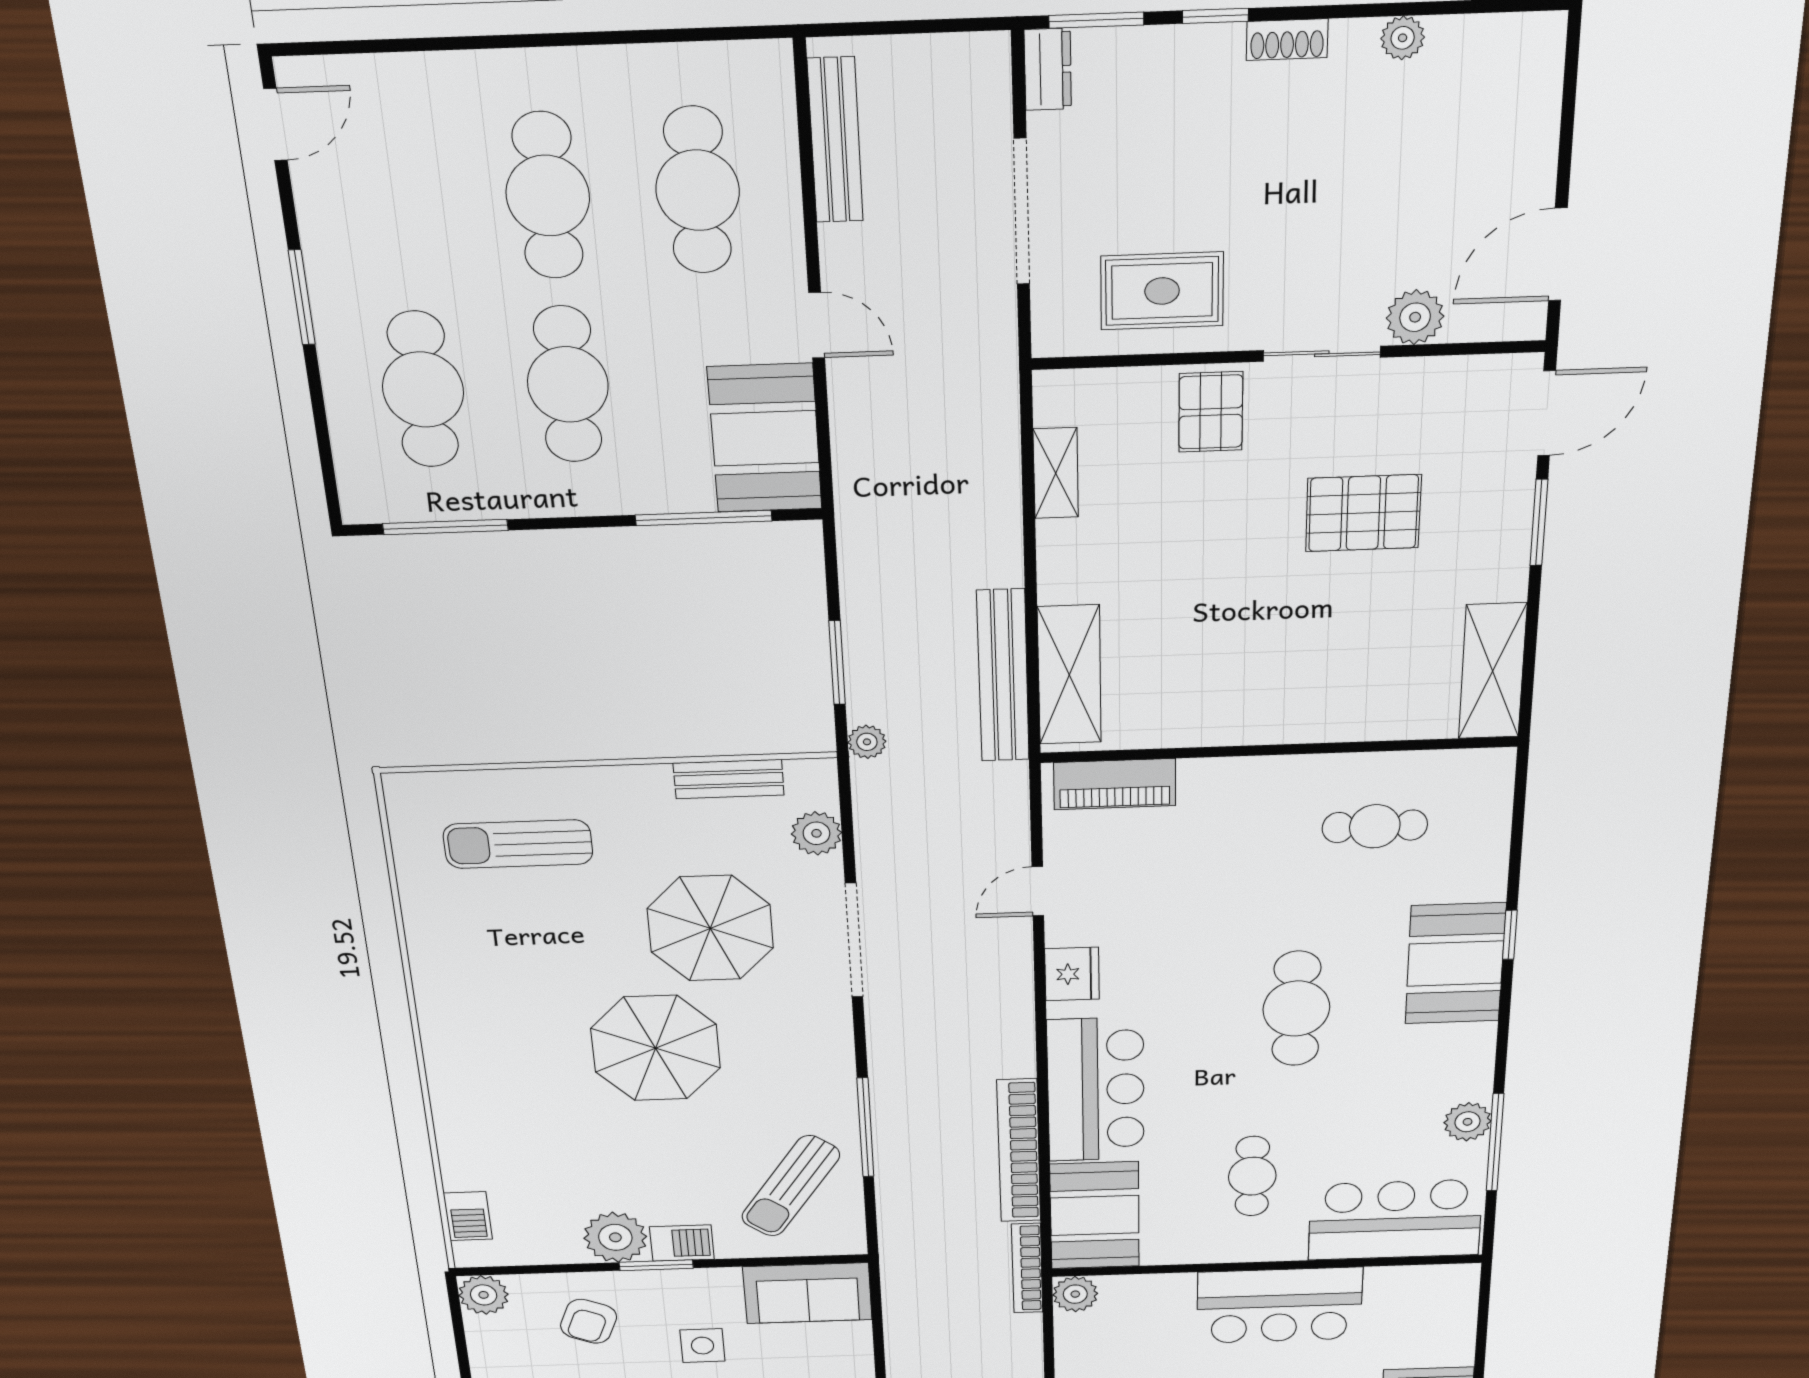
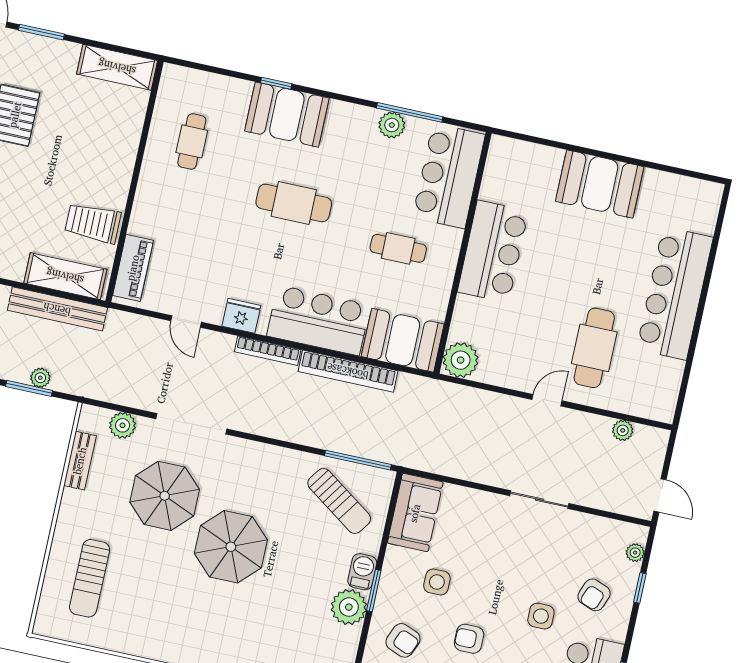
trolley: (1183, 698) -> (93, 223), added
plant: (867, 742) -> (40, 378), moved
window: (865, 1128) -> (358, 460), moved
bookcase: (1027, 1268) -> (268, 351), moved
plant: (1075, 1294) -> (461, 360), width x1.36, depth x1.36

